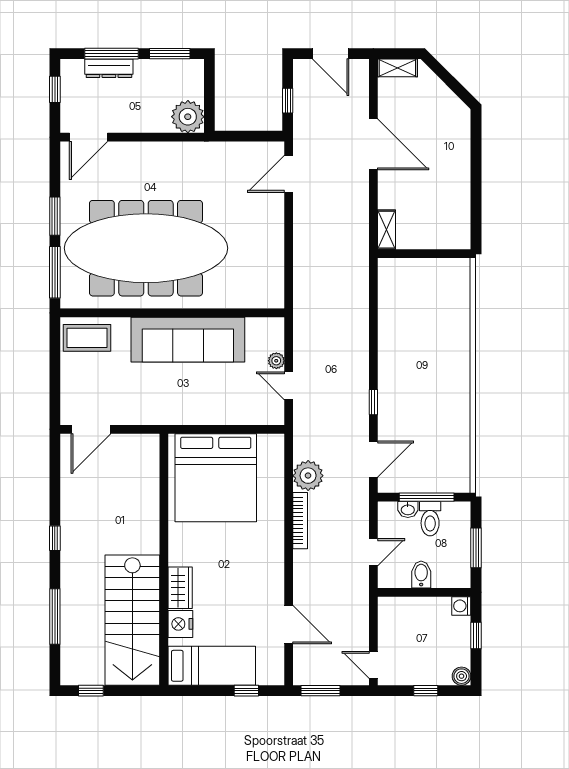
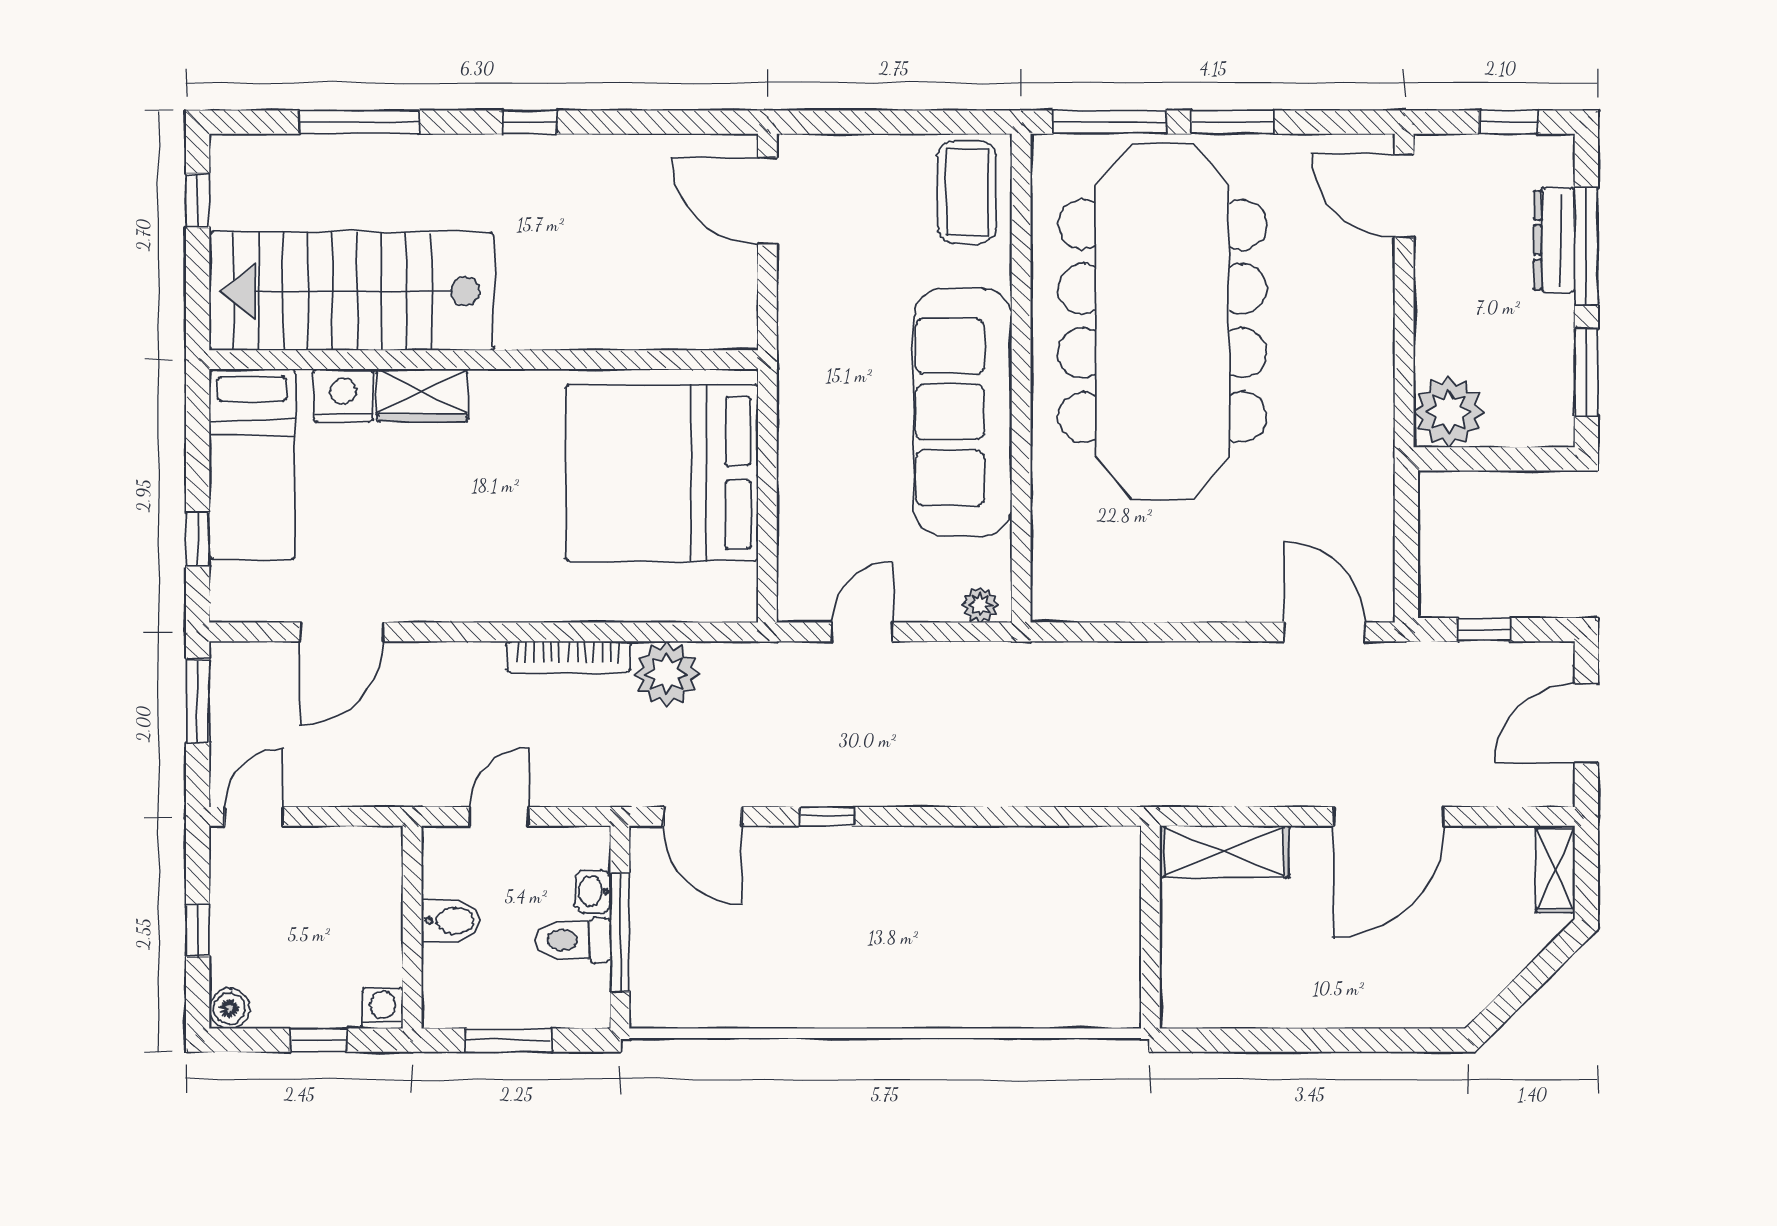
shelving: (387, 230) -> (1224, 852), width x1.50, depth x1.33
plant: (276, 361) -> (980, 605), moved
door: (373, 552) -> (499, 816), swing flipped

